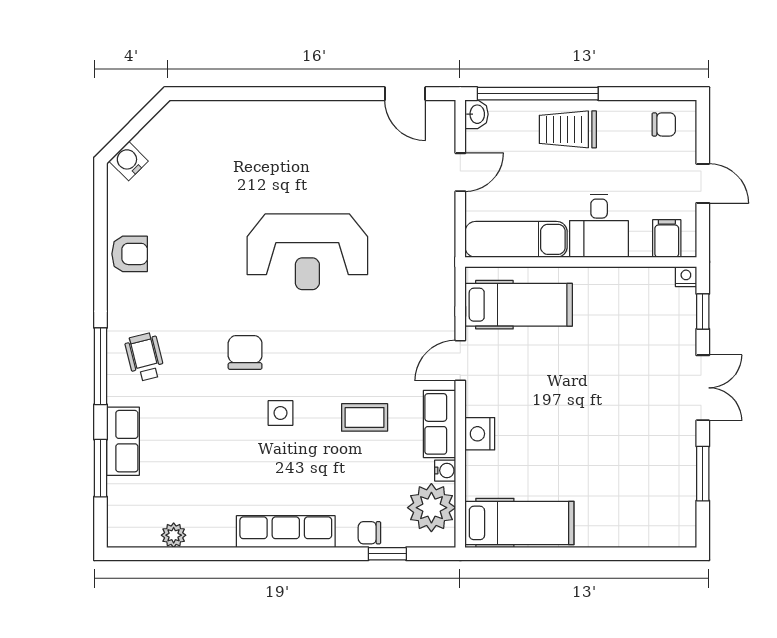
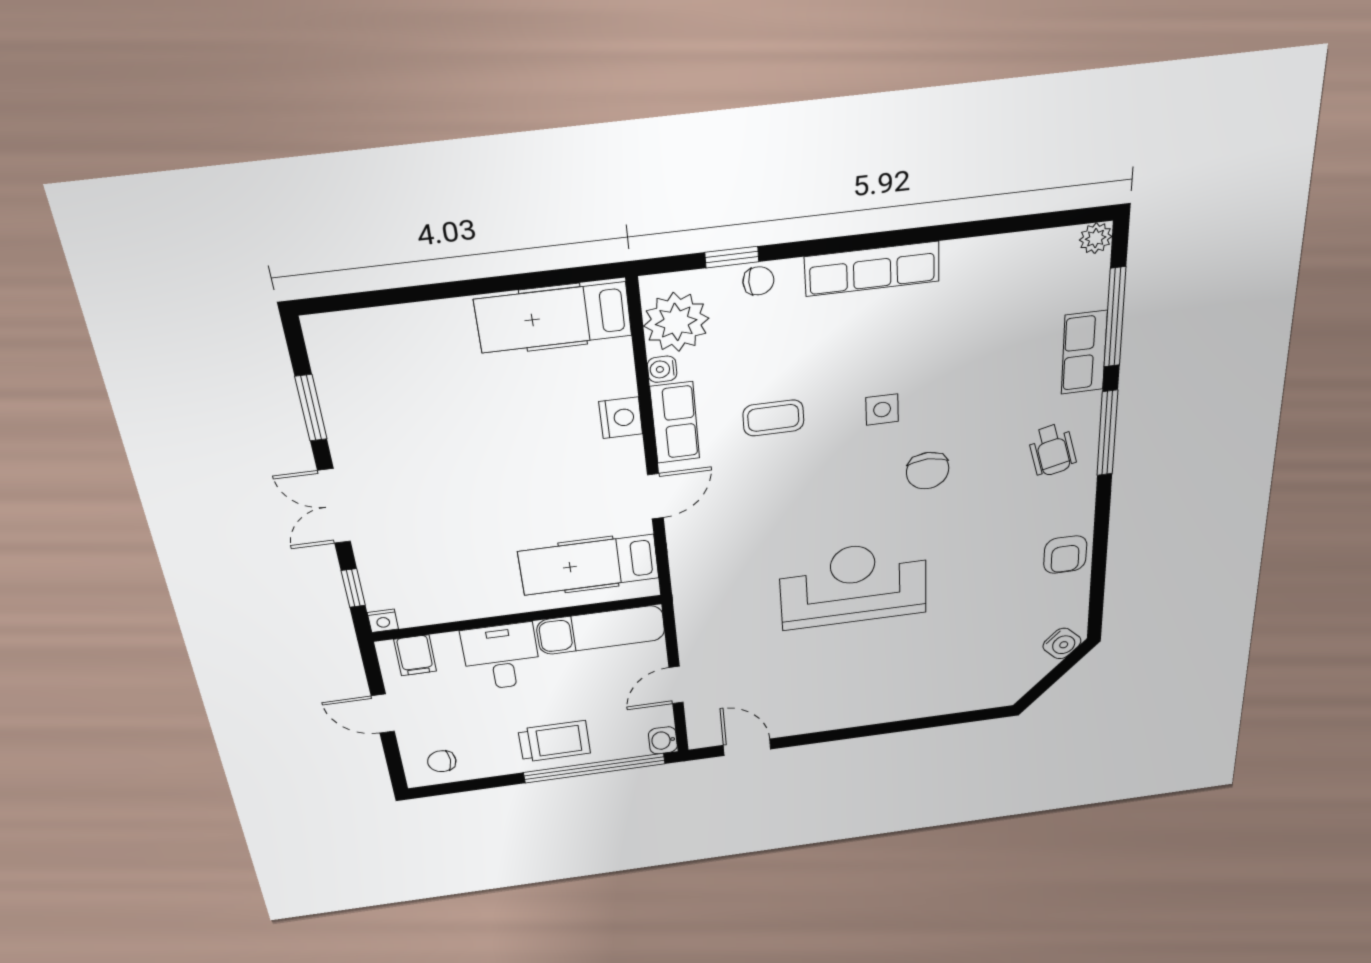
armchair: (130, 254) -> (1065, 555), turned -90
window: (100, 468) -> (1115, 317), width x1.44
plant: (174, 535) -> (1096, 238), moved

